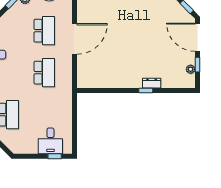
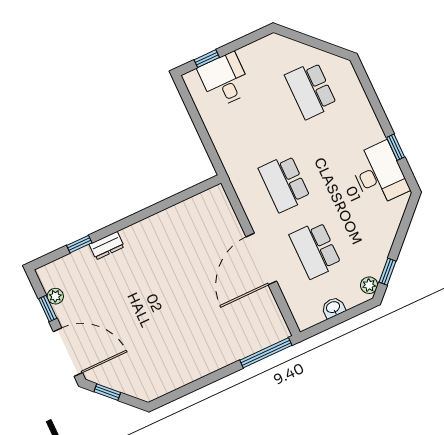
window: (146, 91) -> (79, 244), moved

